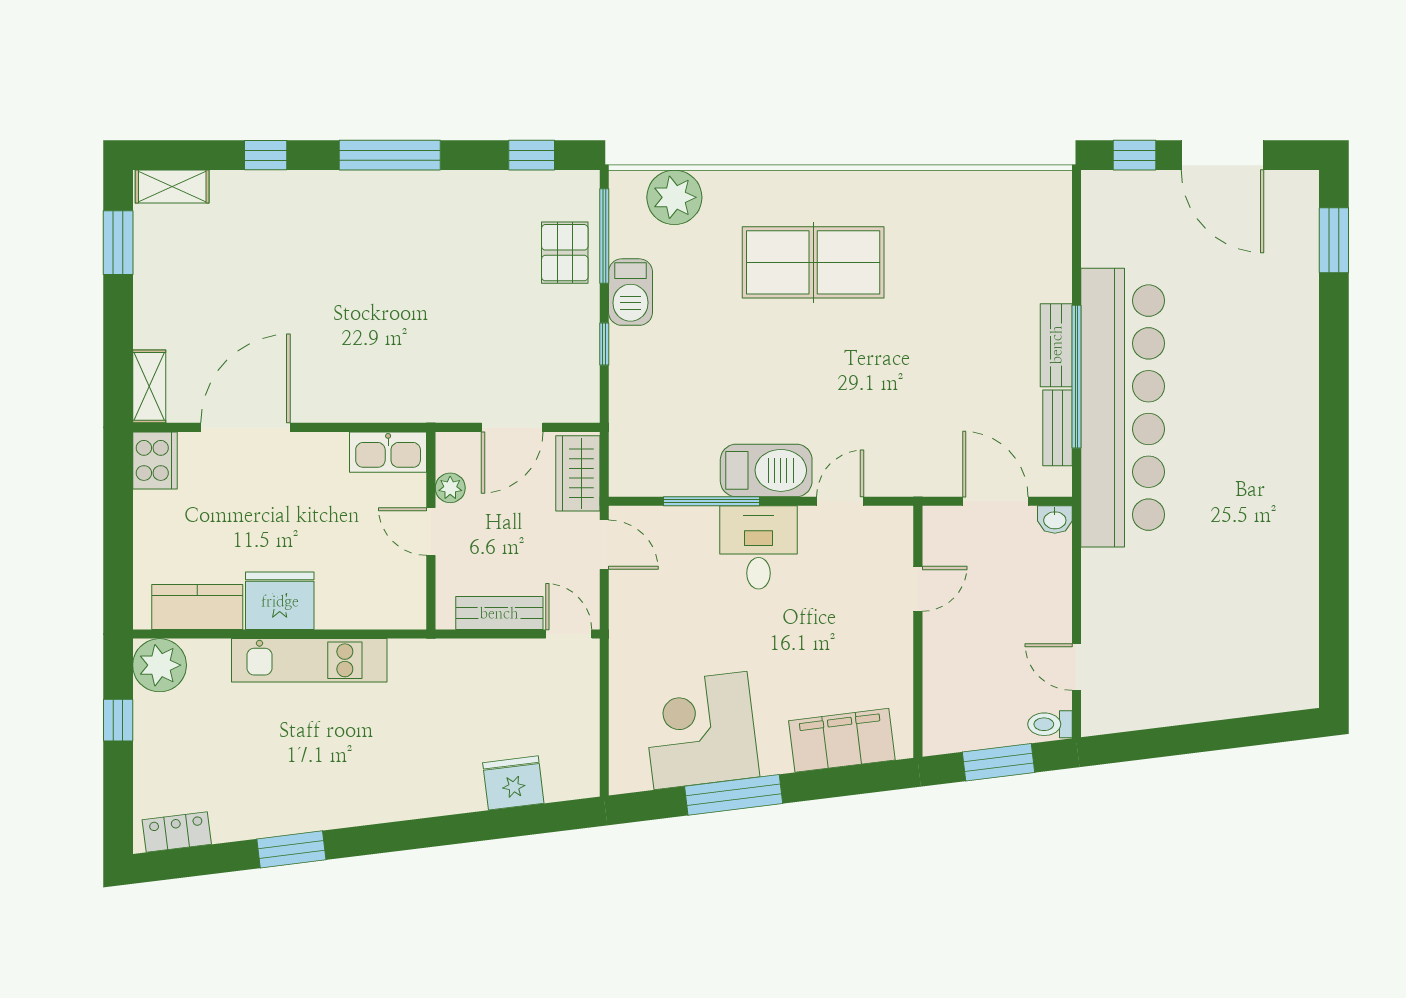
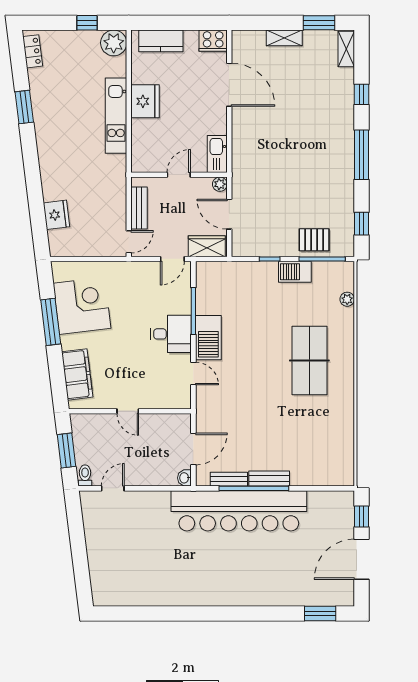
plant: (674, 197) -> (347, 299), width x0.53, depth x0.53
shelving: (149, 386) -> (284, 38), moved
plant: (450, 488) -> (220, 184), moved
door: (918, 589) -> (128, 411), moved
kitchen counter: (197, 607) -> (161, 41), moved, turned 90

